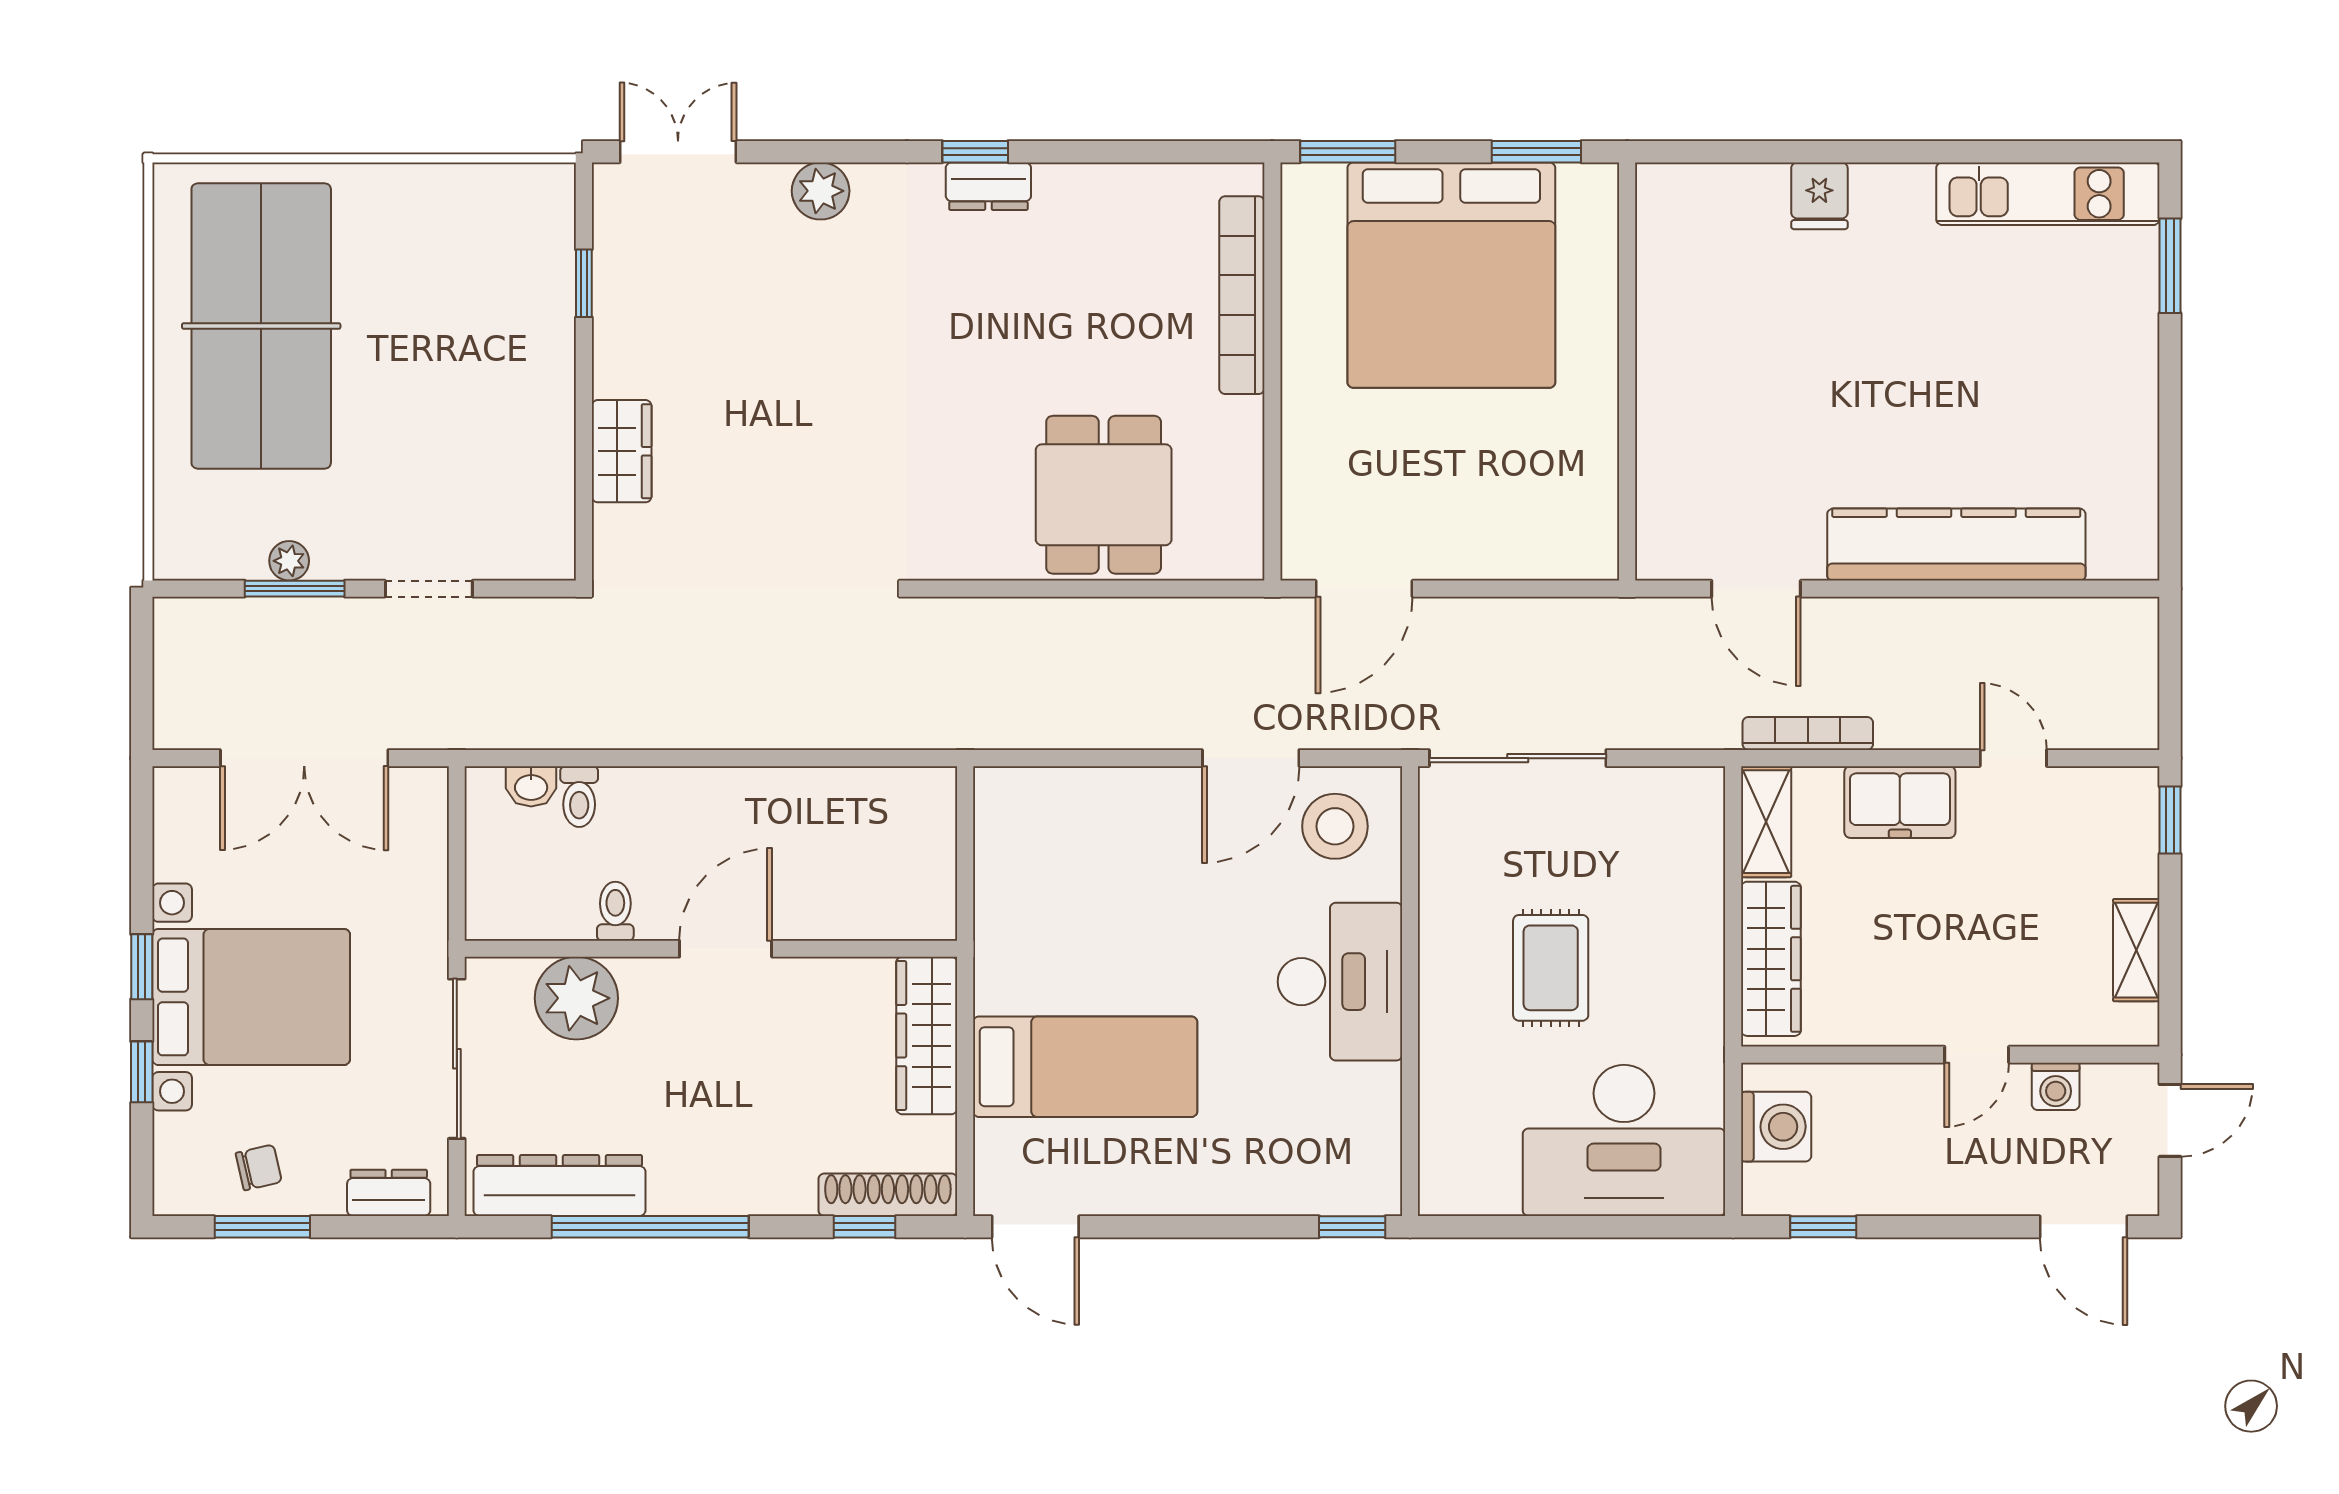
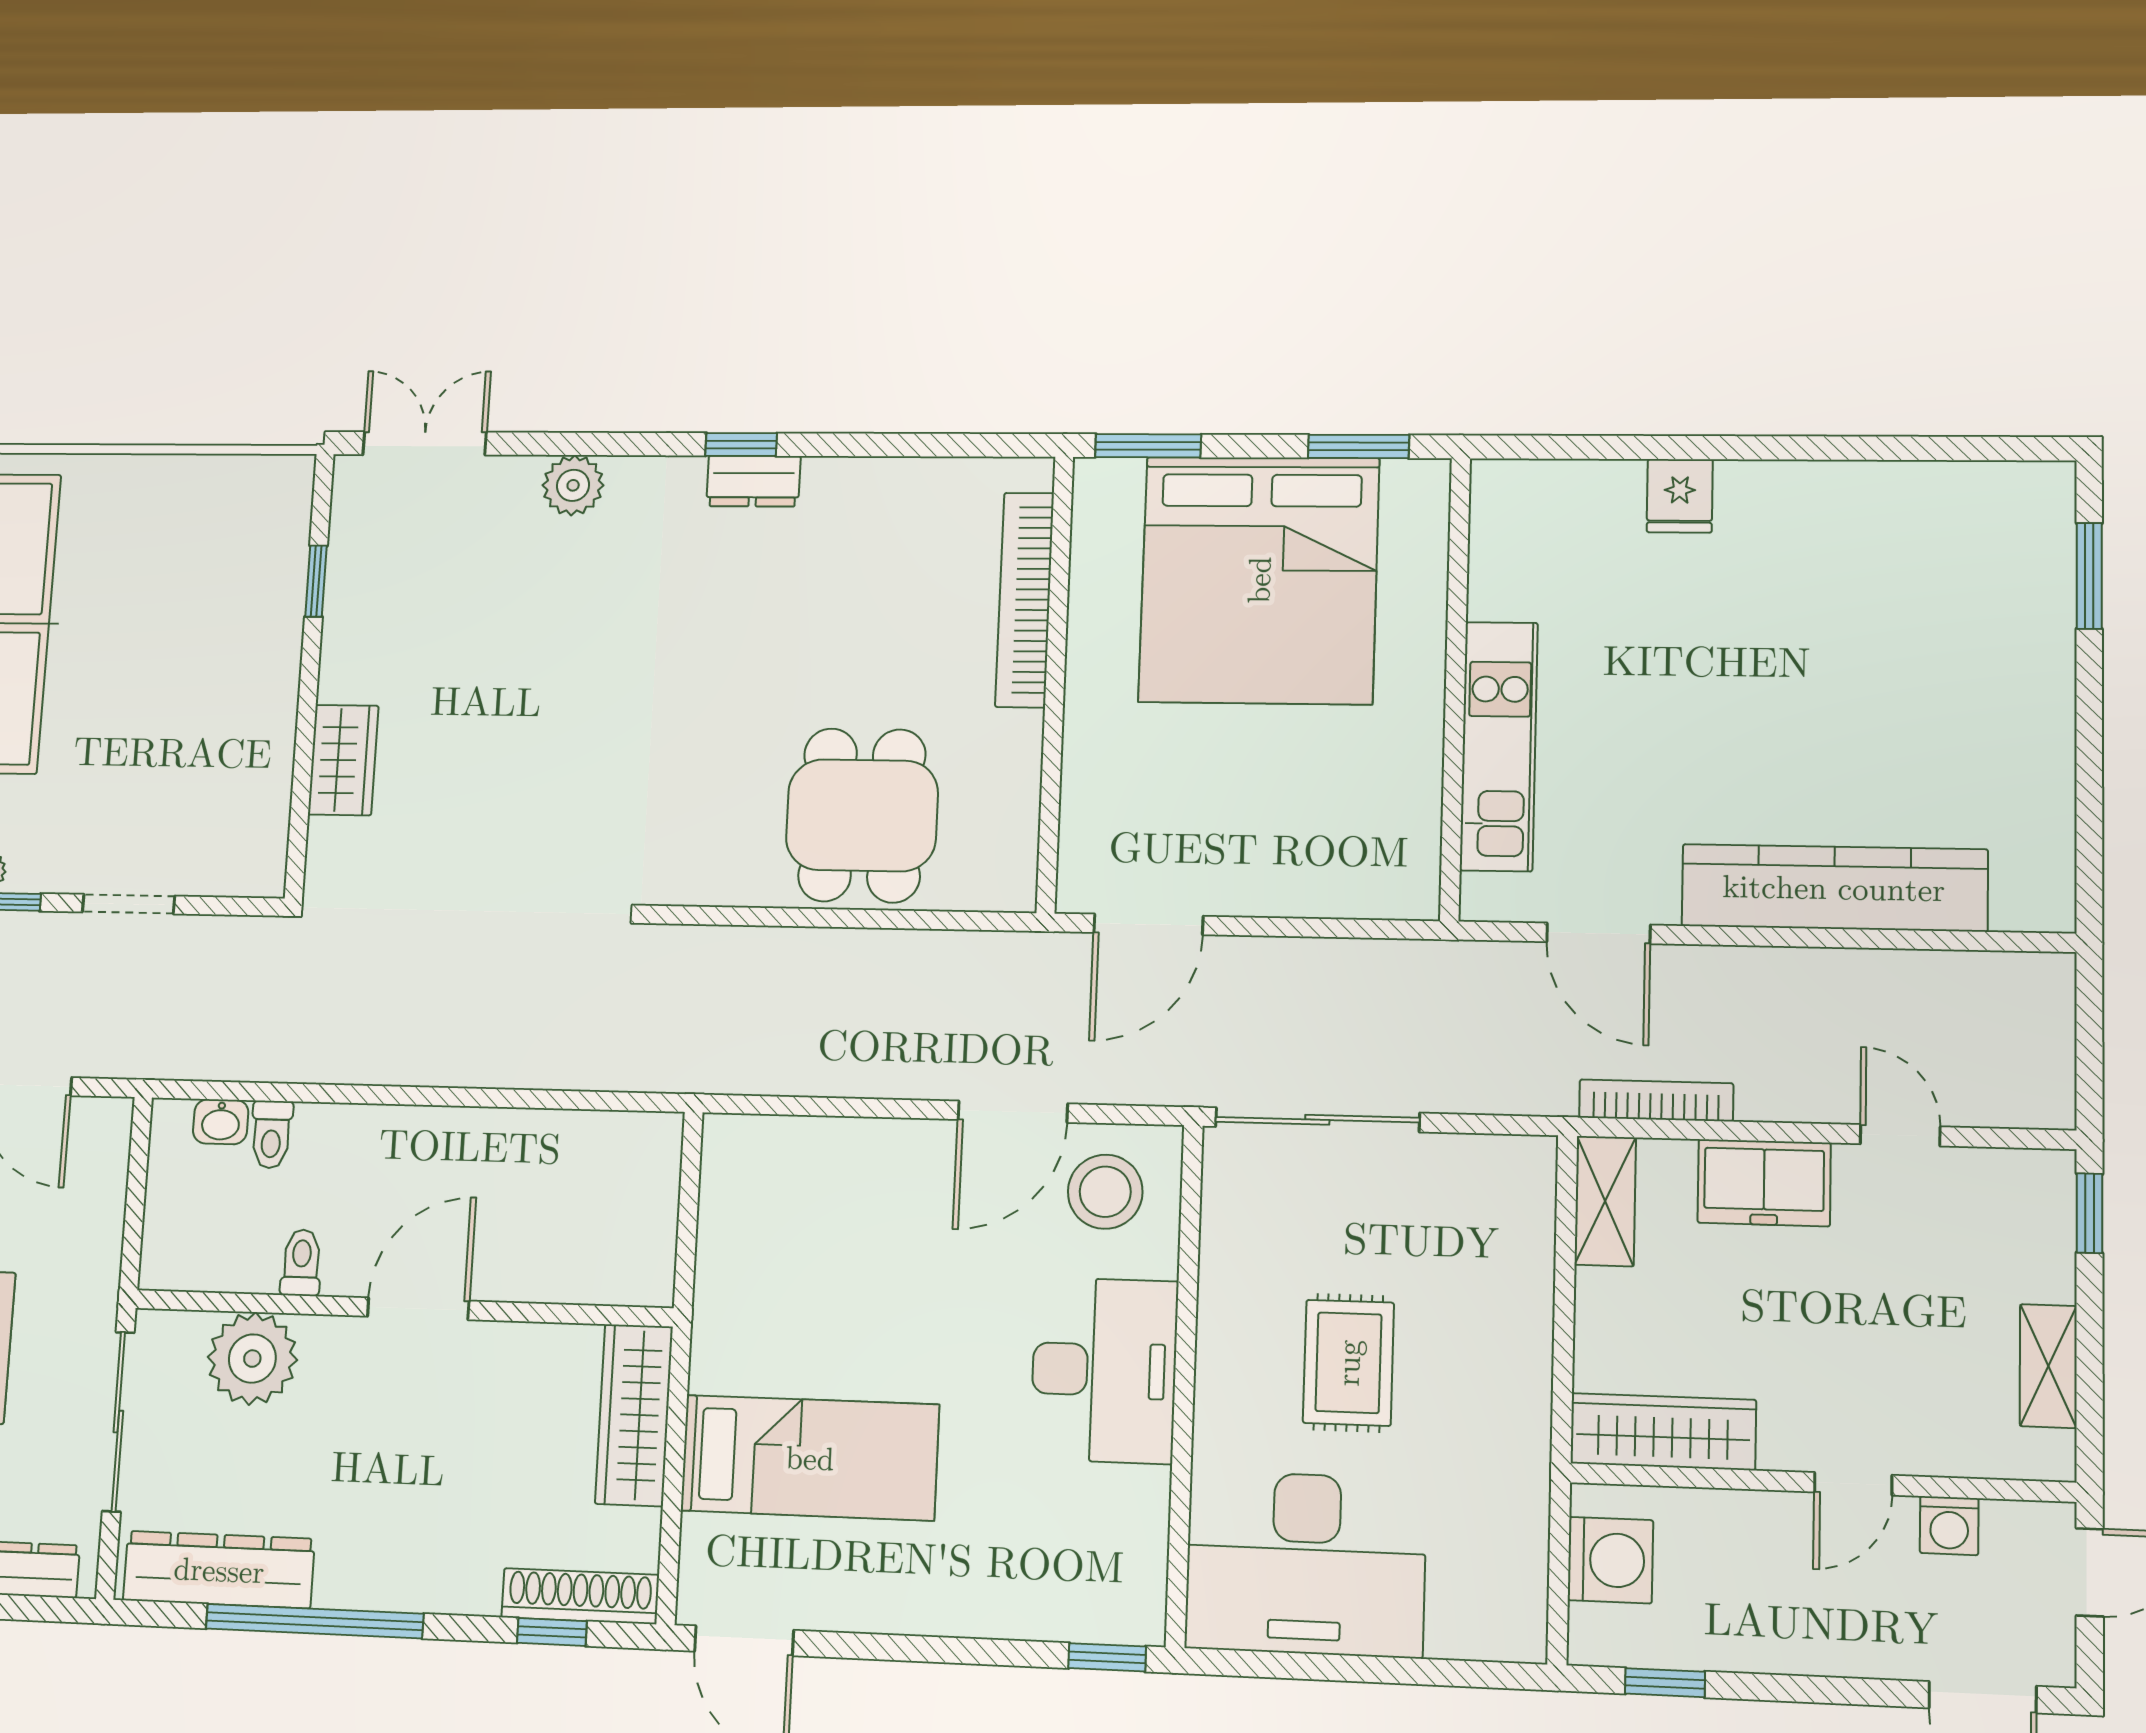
kitchen unit: (2048, 194) -> (1499, 746), moved, turned -90
wardrobe: (1771, 959) -> (1663, 1432), moved, turned -90
desk: (1624, 1140) -> (1306, 1564), moved

